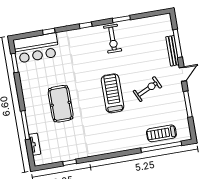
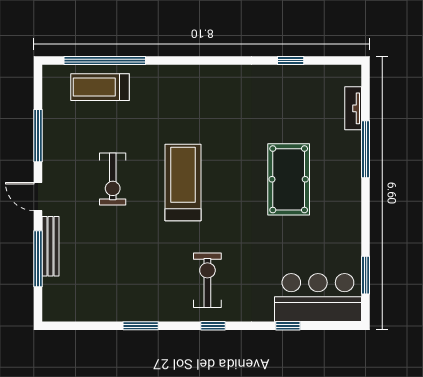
exercise bike: (113, 39) -> (207, 280), moved
door: (183, 74) -> (38, 197), hinge flipped
exercise bike: (147, 89) -> (113, 179), turned -65
treadmill: (112, 93) -> (183, 182), turned 180
treadmill: (161, 133) -> (100, 87), turned 180

